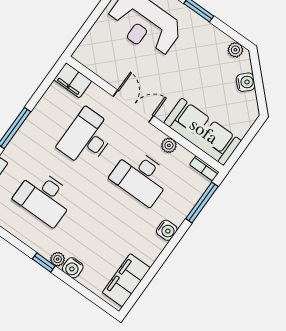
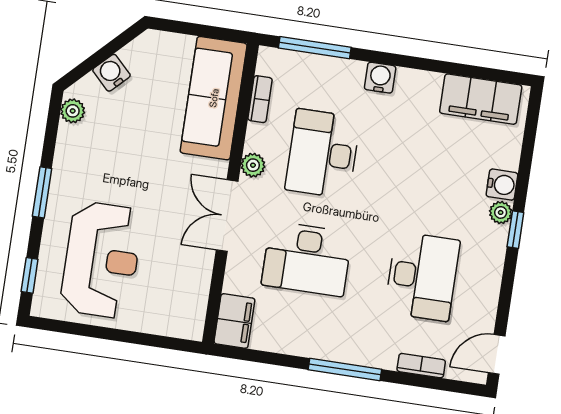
plant: (169, 145) -> (253, 165), moved
bookcase: (204, 168) -> (260, 99), moved
desk: (141, 177) -> (323, 154), turned 180

